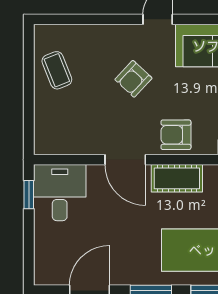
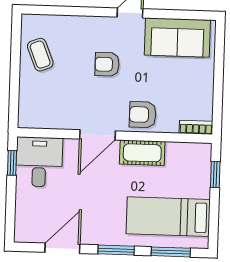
armchair: (133, 79) -> (107, 64), turned 47
door: (125, 160) -> (98, 135), hinge flipped

